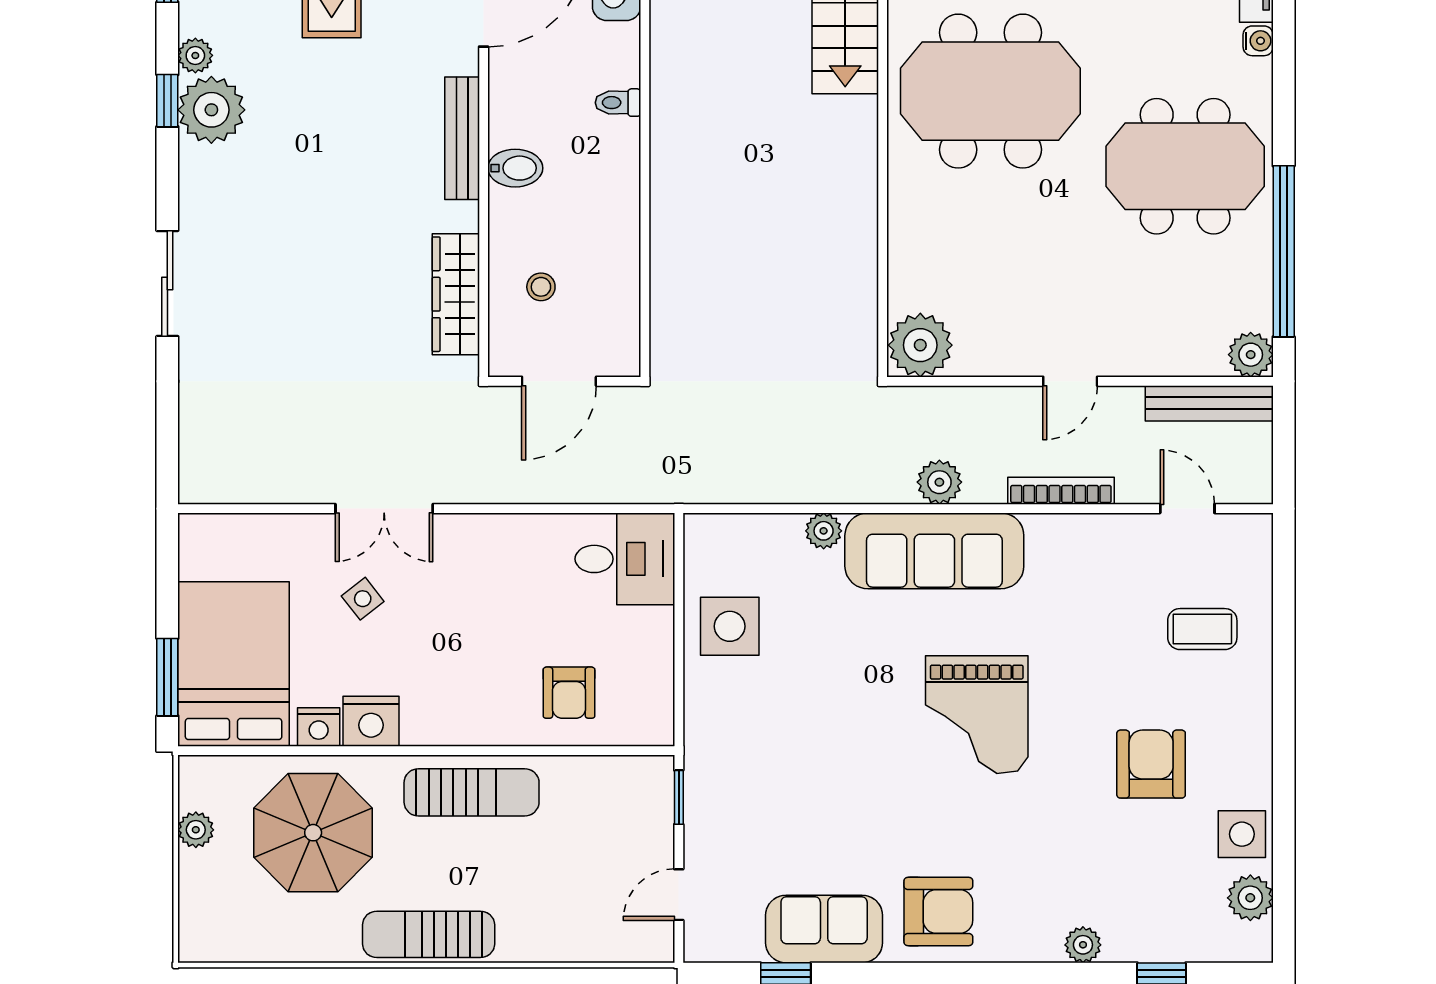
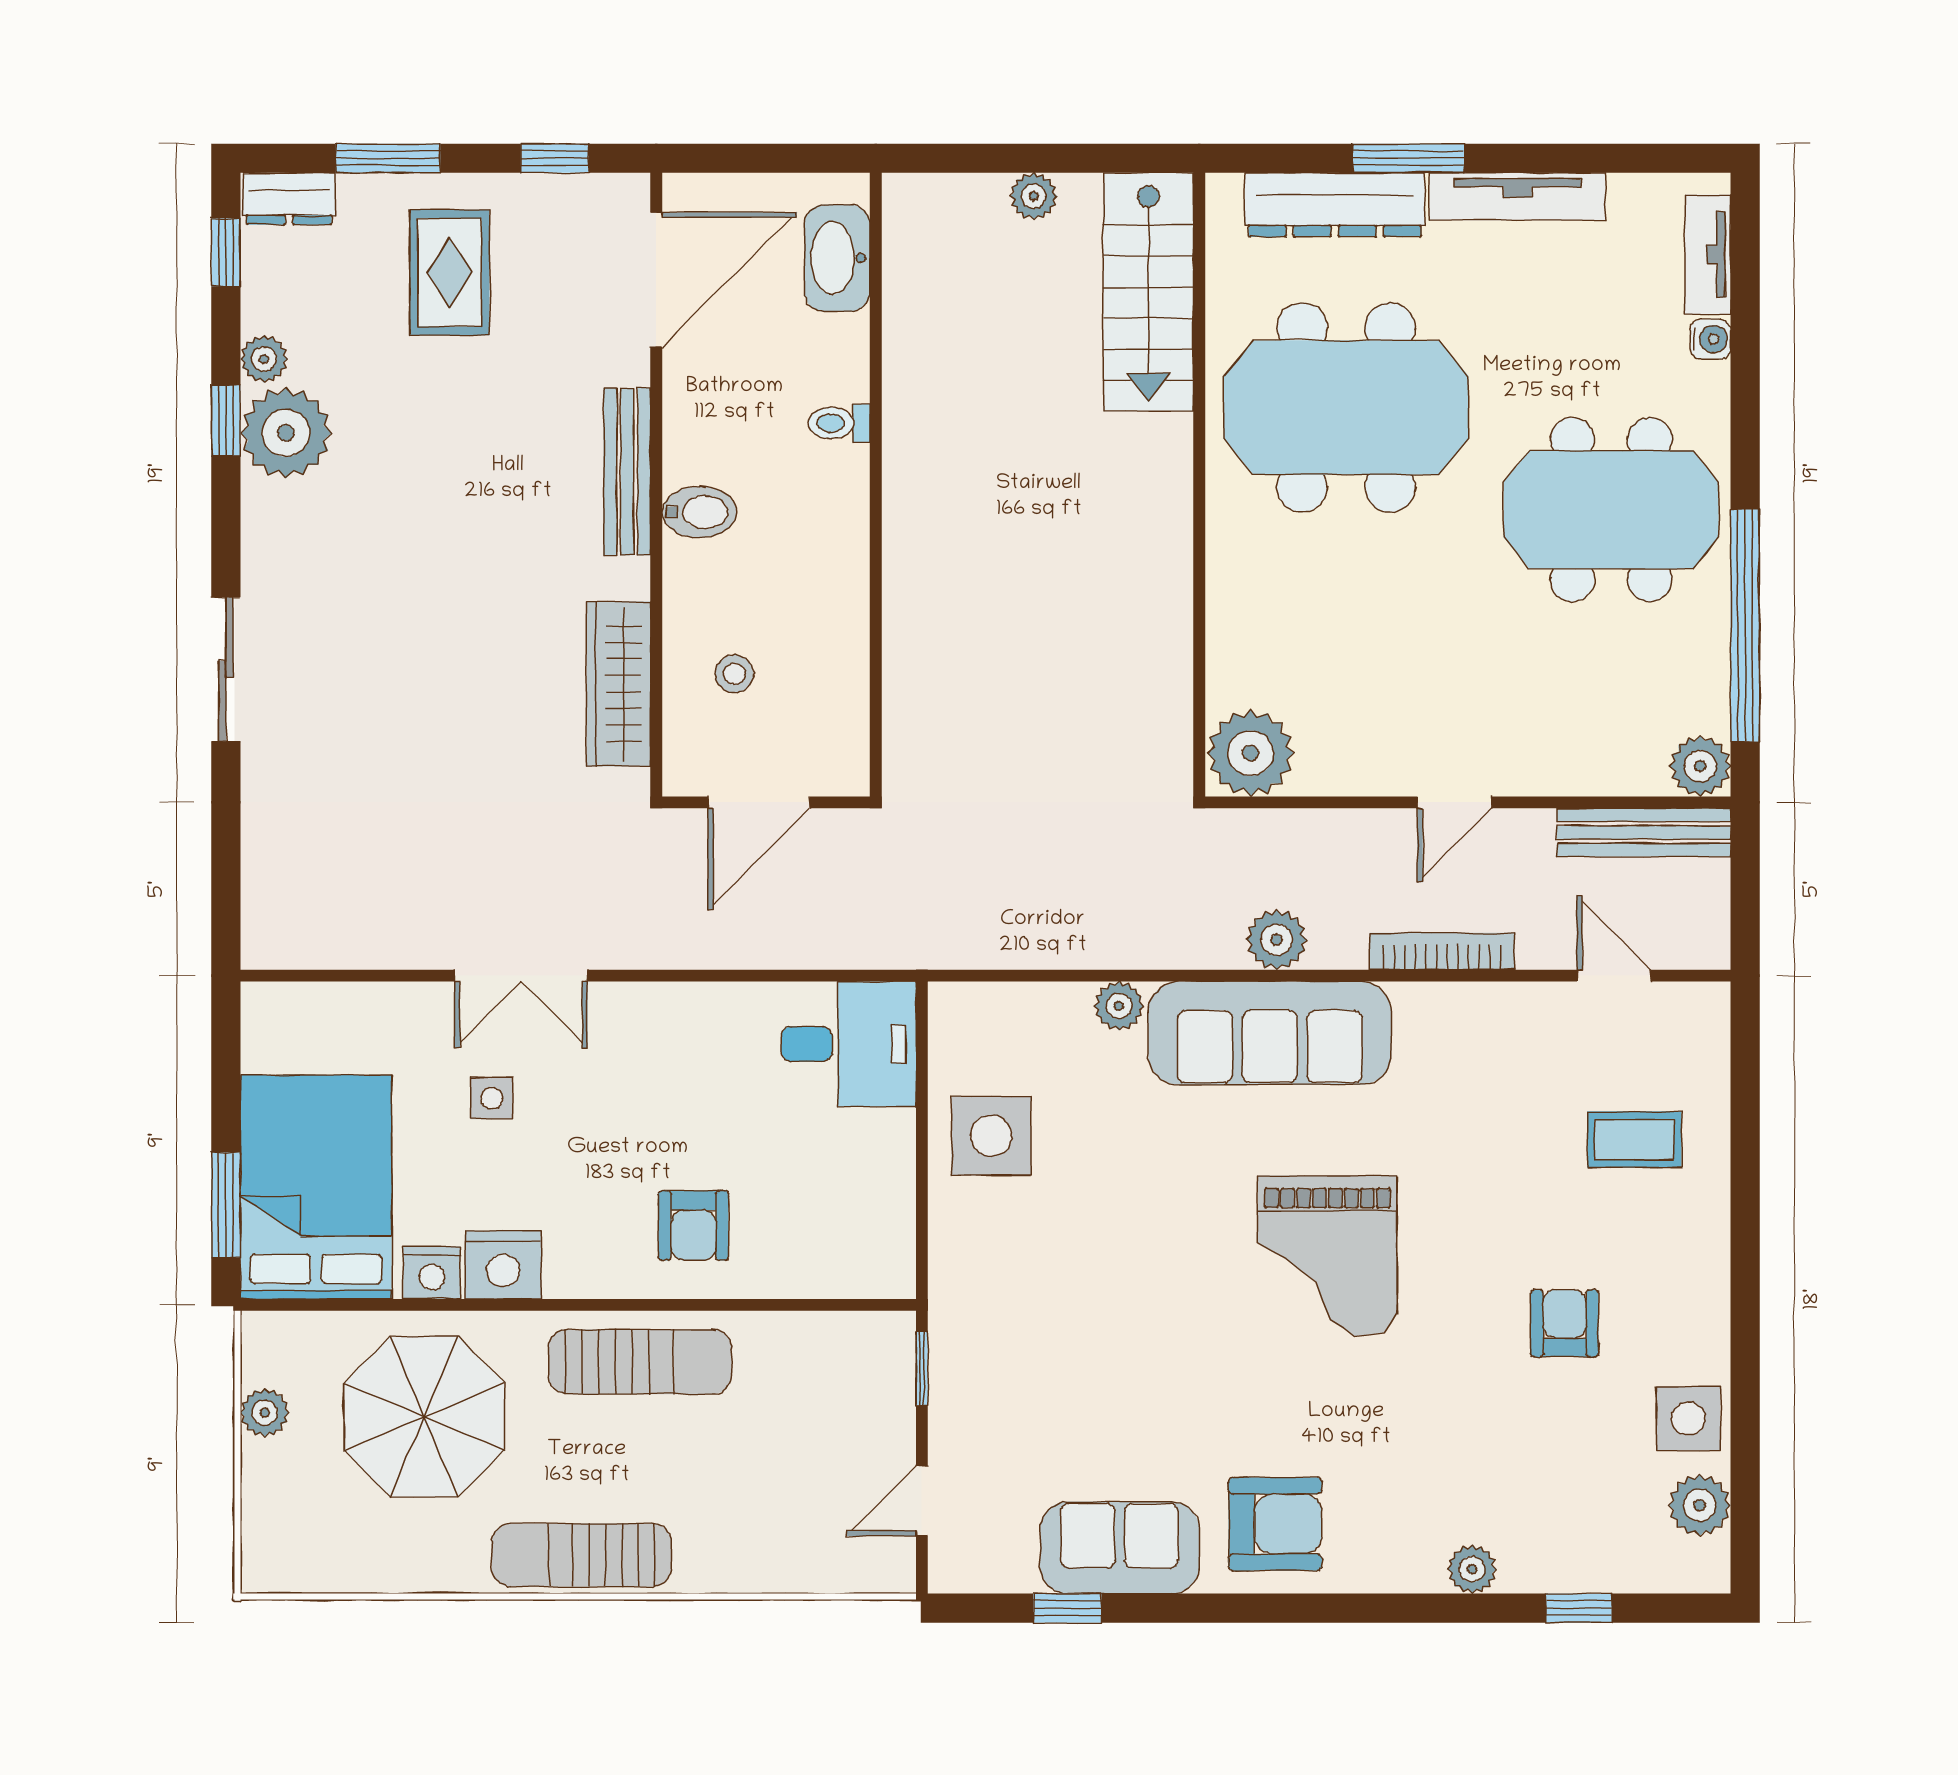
side table: (363, 599) -> (492, 1098), turned 38
armchair: (569, 693) -> (693, 1225), moved
armchair: (1151, 764) -> (1565, 1323), width x0.72, depth x0.72

